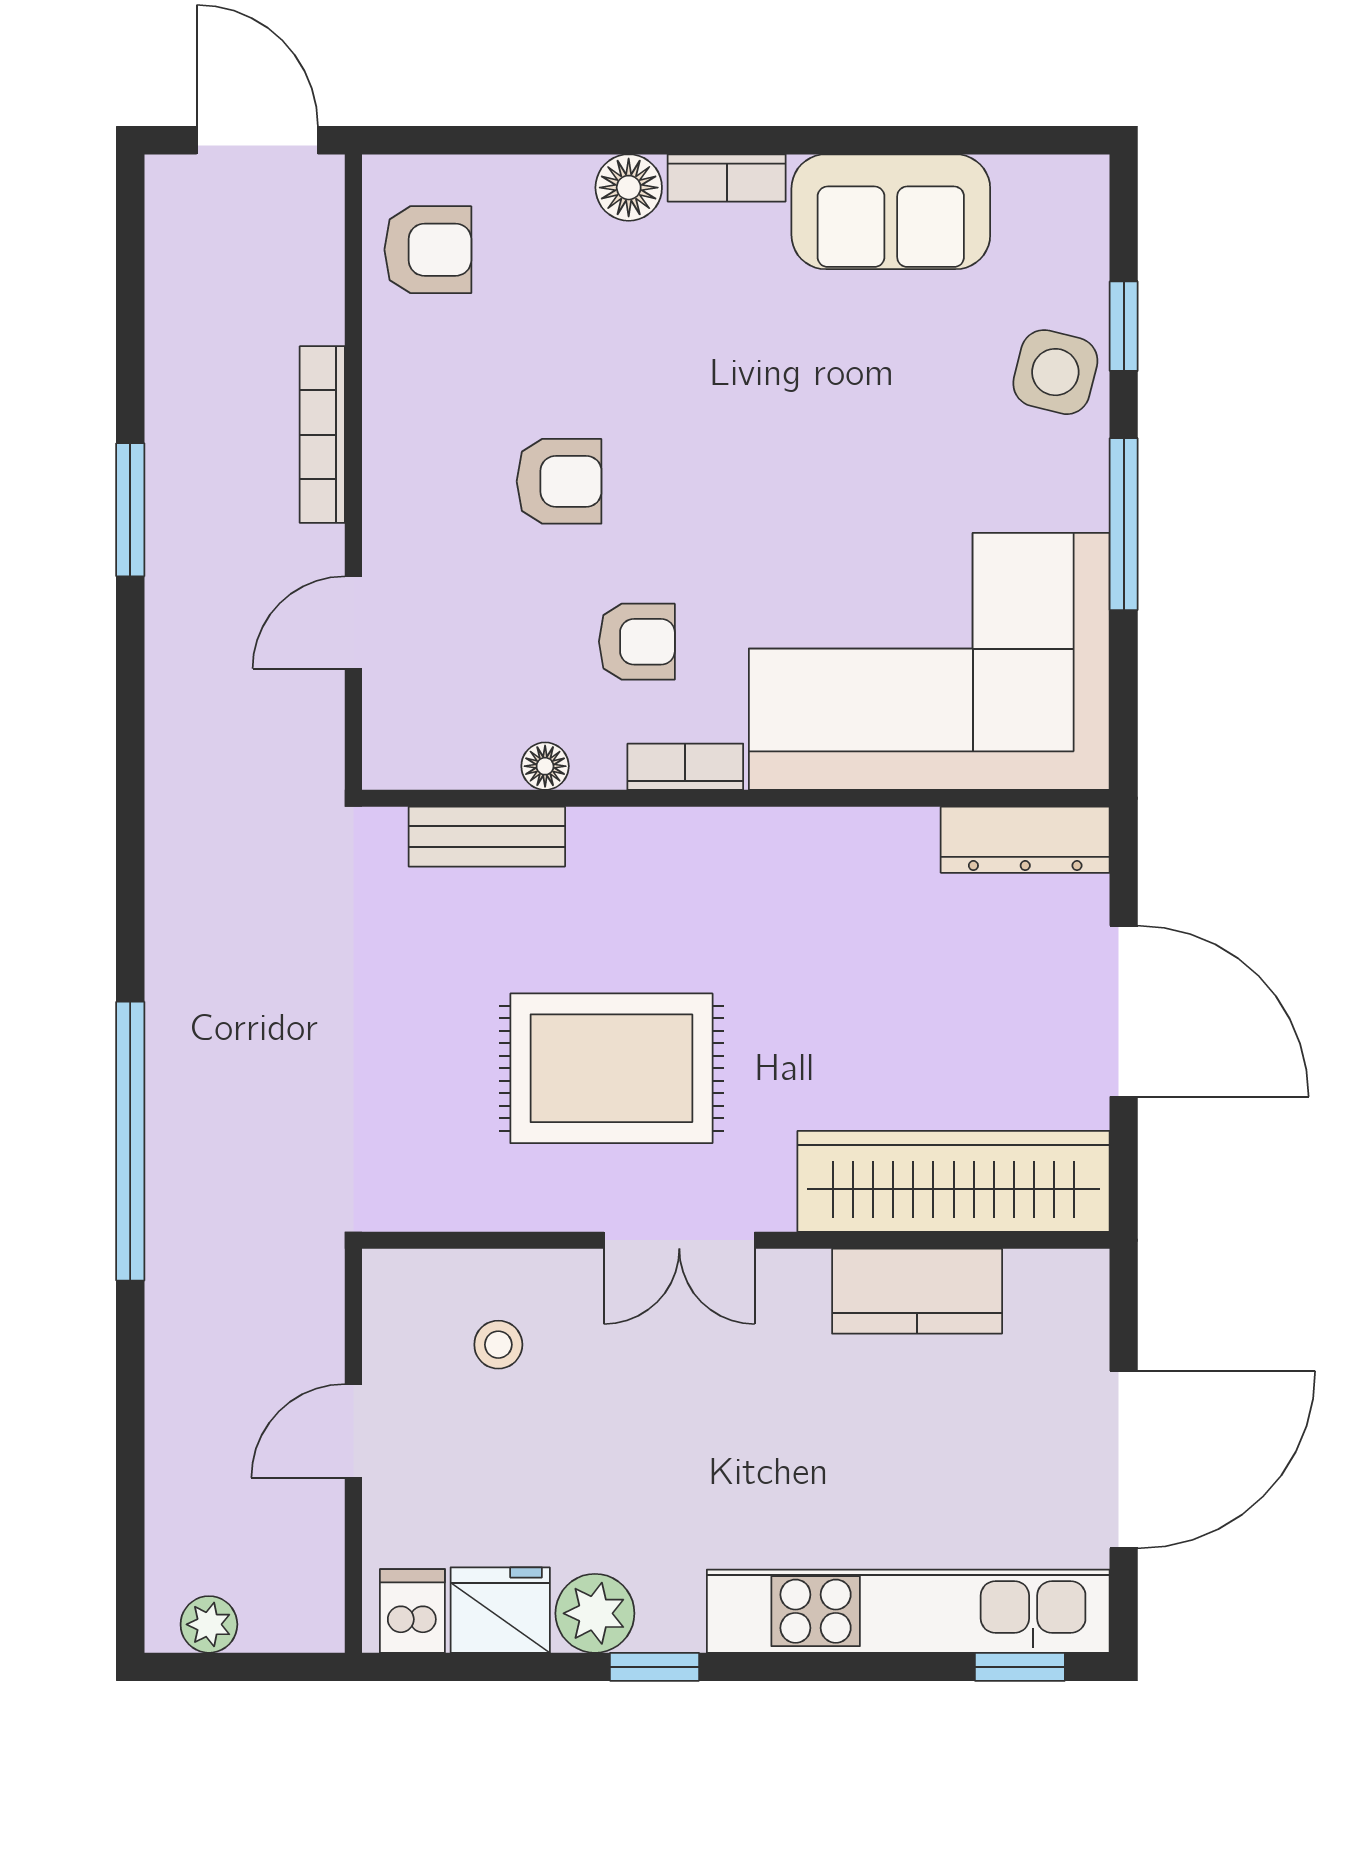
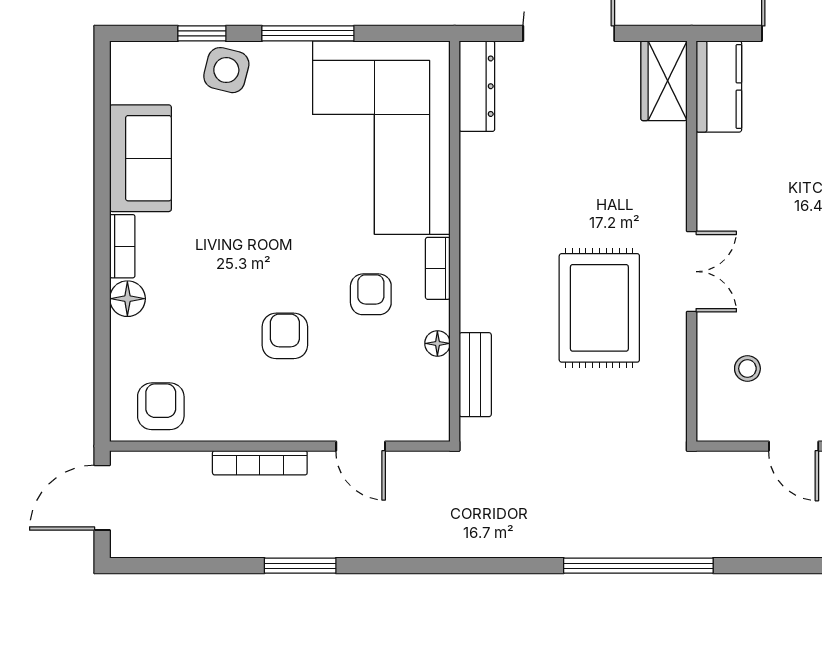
wardrobe: (954, 1181) -> (664, 81), width x0.48, depth x0.85
kitchen counter: (917, 1291) -> (719, 87), moved

